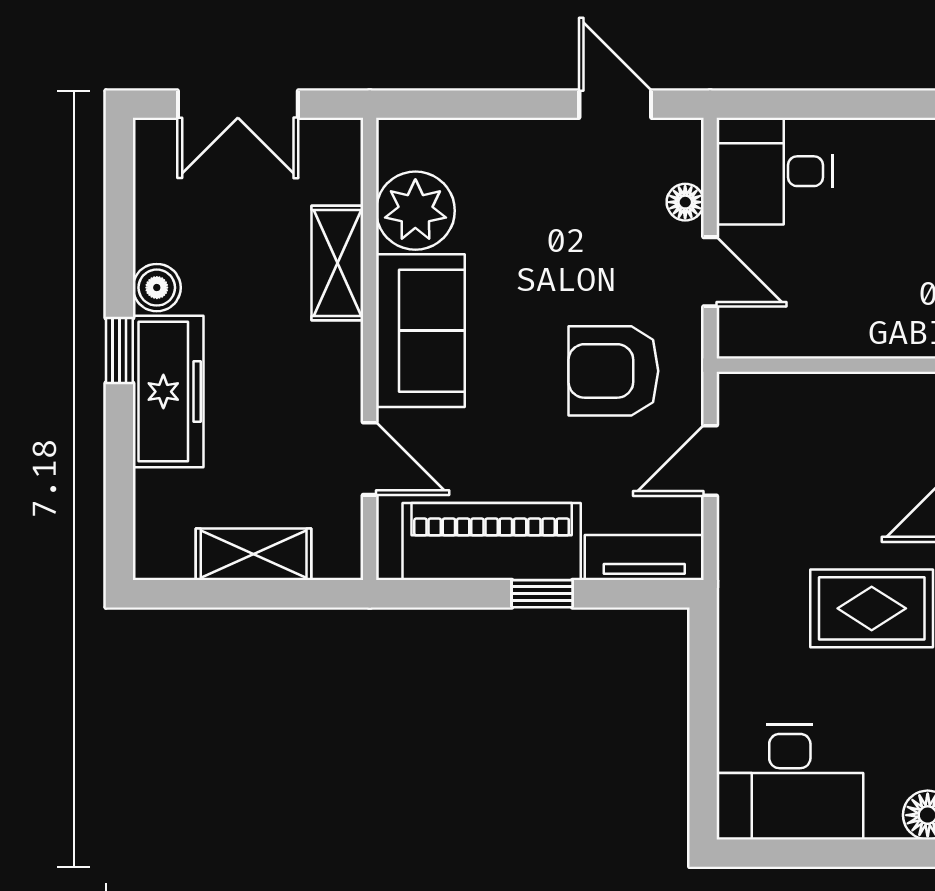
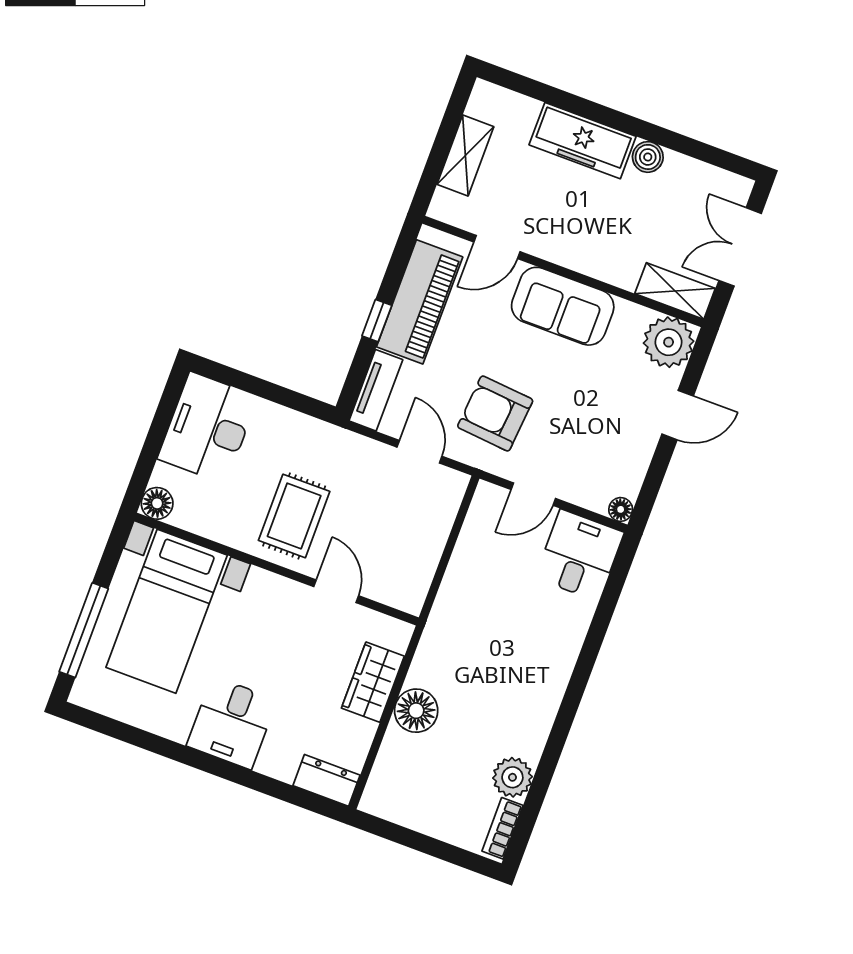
door: (615, 104) -> (678, 415), moved
floor lamp: (685, 202) -> (621, 509), moved
plant: (415, 211) -> (669, 342), moved
shelving: (337, 263) -> (675, 291), moved
window: (119, 350) -> (618, 120), removed
armchair: (613, 371) -> (495, 413), turned -85

